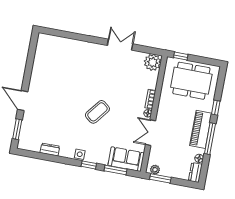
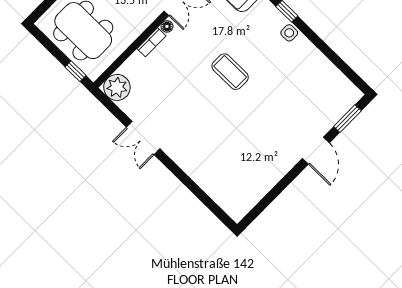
coffee table: (97, 112) -> (230, 72), turned 52
dresser: (50, 150) -> (323, 65), removed

